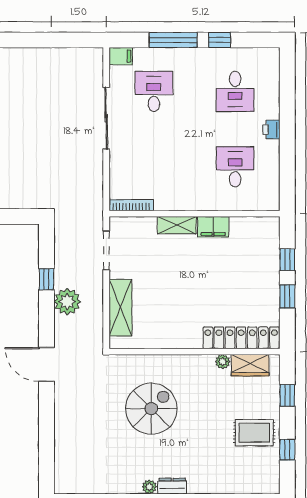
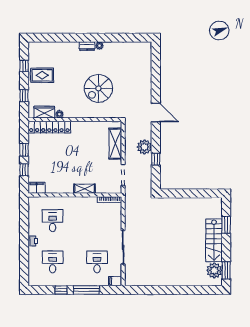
desk: (154, 91) -> (97, 262), turned 180
desk: (235, 167) -> (53, 221), turned 180
filing cabinet: (213, 227) -> (37, 188), moved

